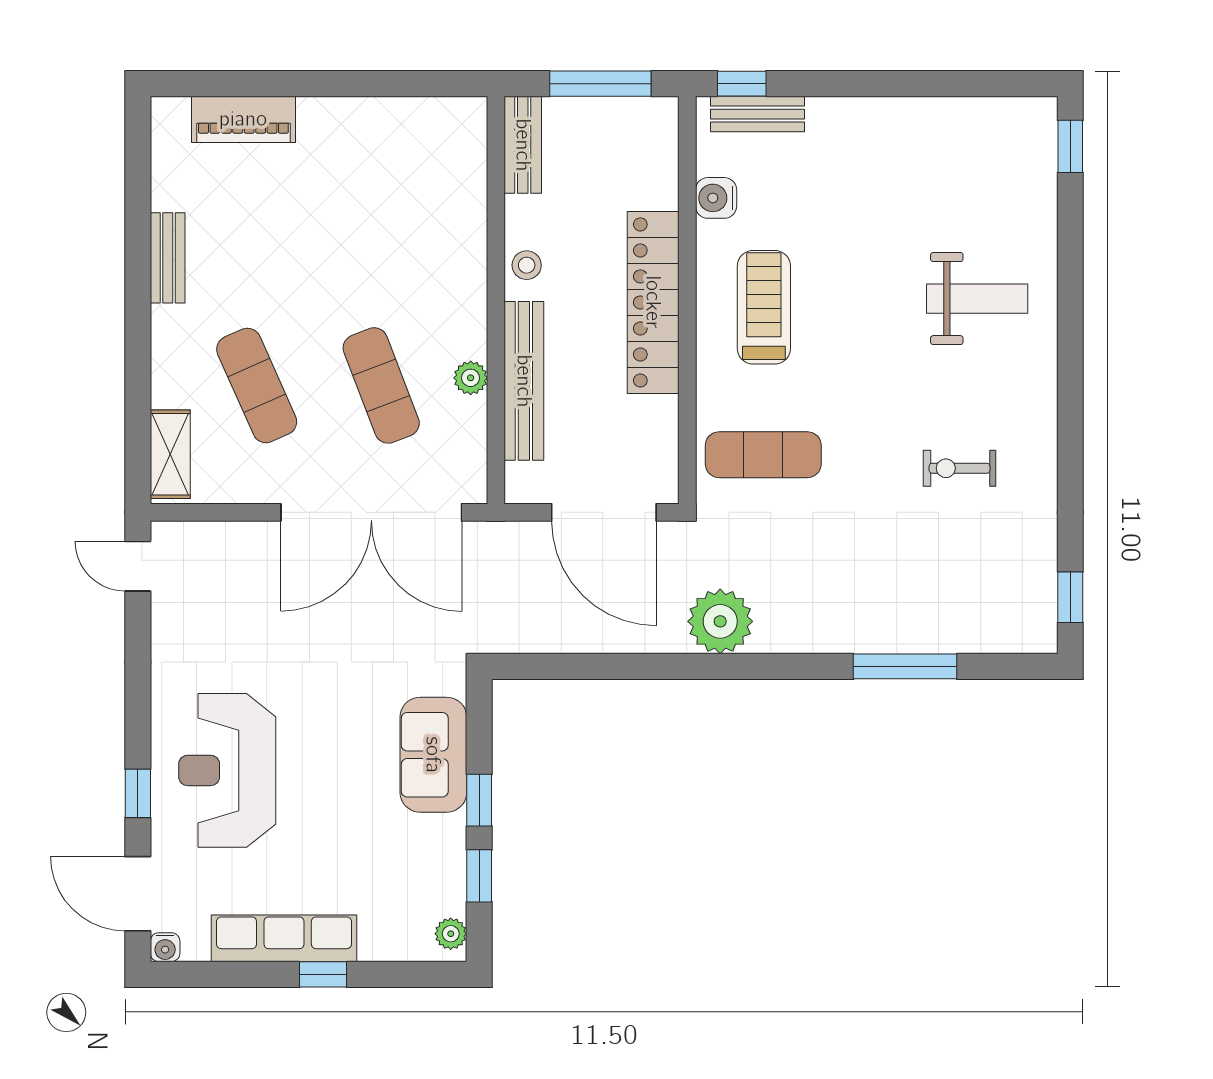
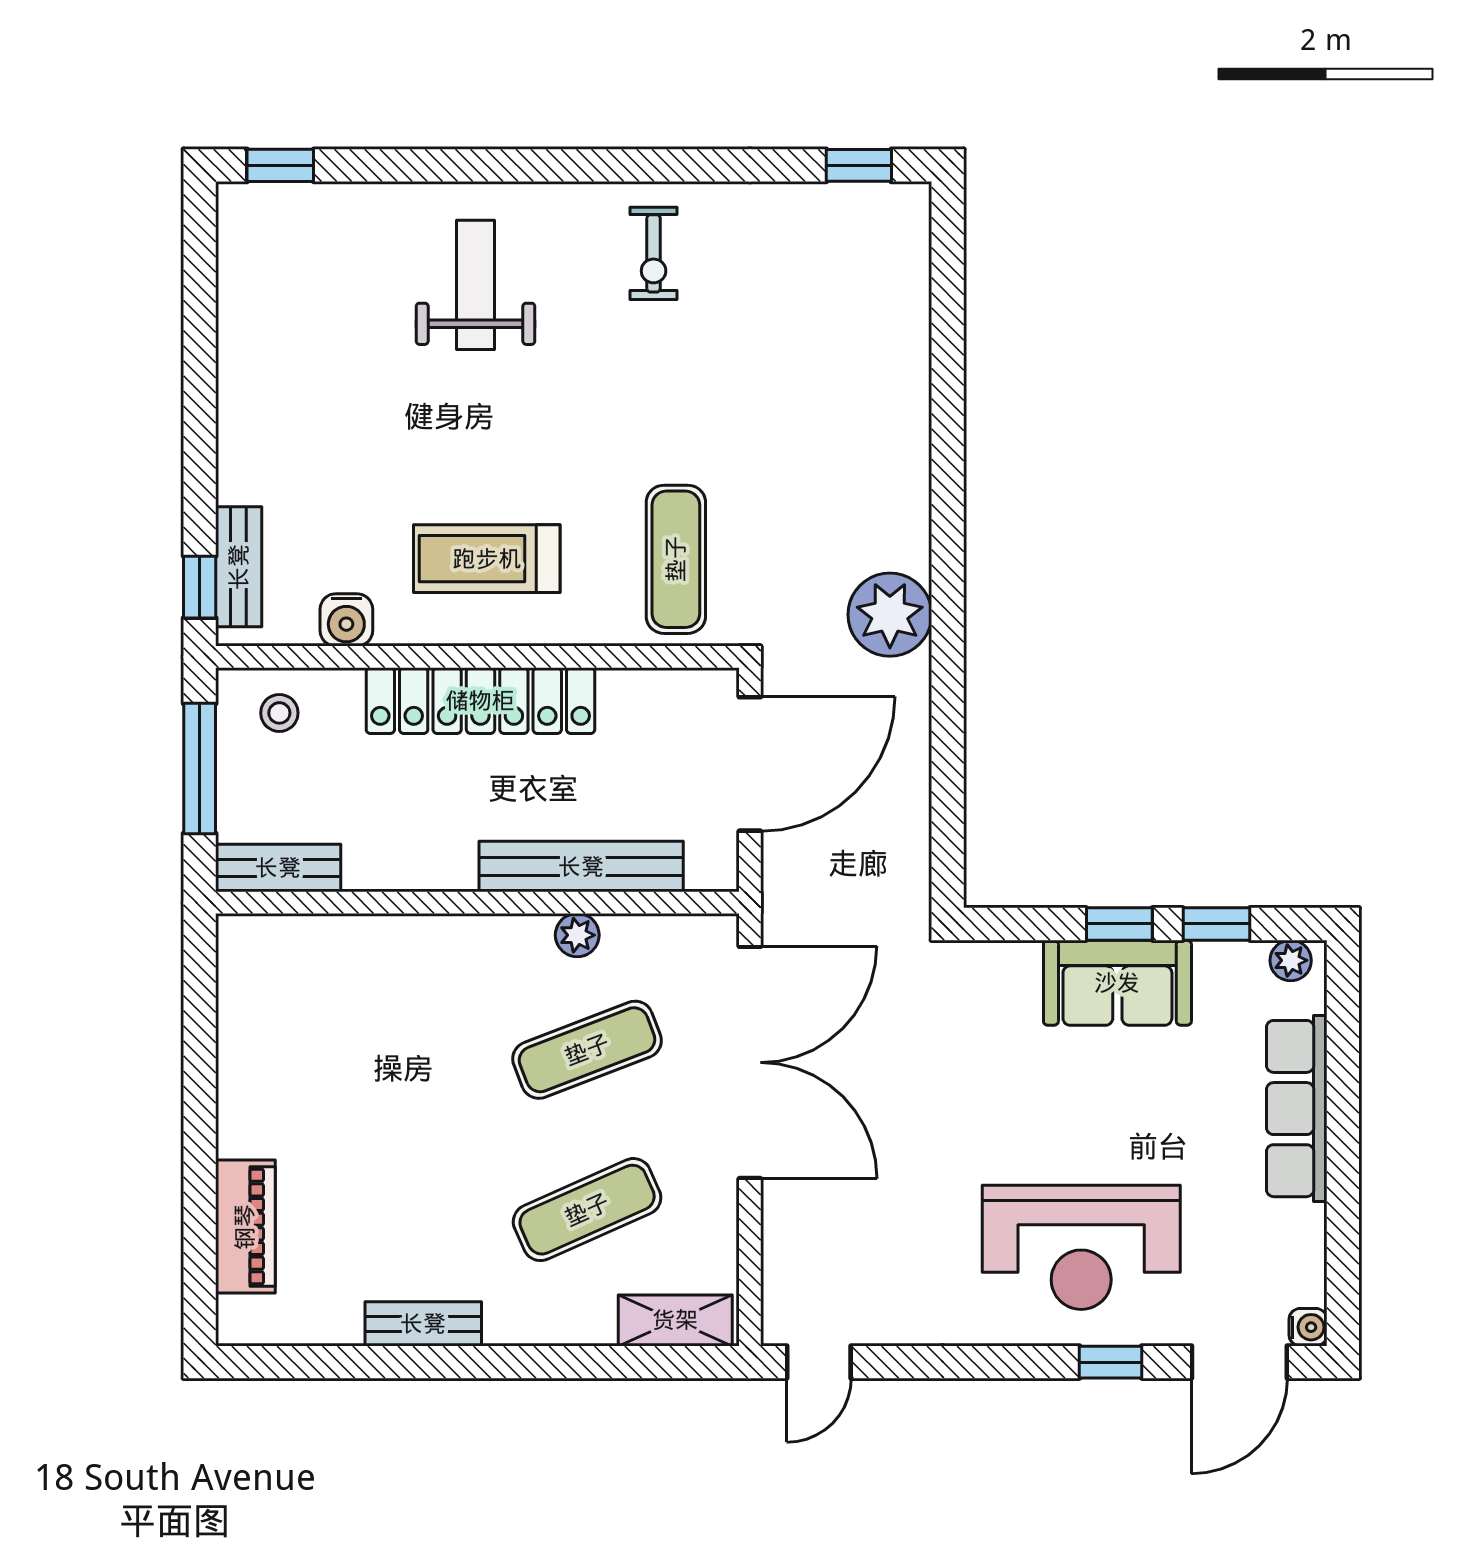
stool: (527, 265) -> (279, 713), moved
exercise bike: (959, 468) -> (654, 253), moved
window: (905, 666) -> (948, 377), removed
sofa: (433, 755) -> (1117, 983), moved
row of seats: (284, 938) -> (1297, 1109), moved
window: (323, 974) -> (1343, 1124), removed

